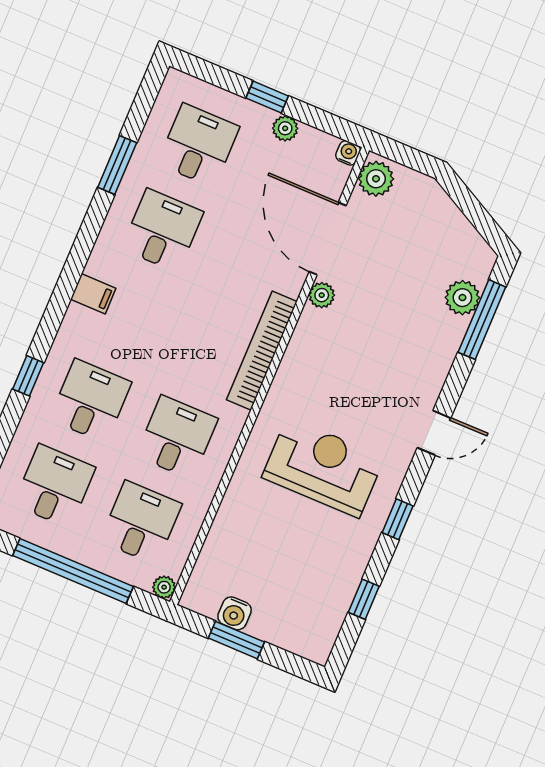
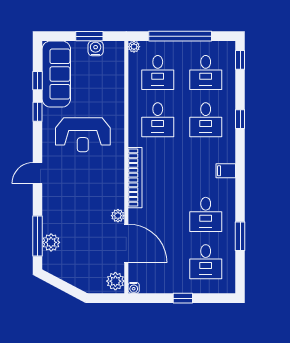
plant: (285, 128) -> (168, 287), removed
window: (398, 519) -> (37, 112), moved
sofa: (325, 597) -> (56, 74), added

